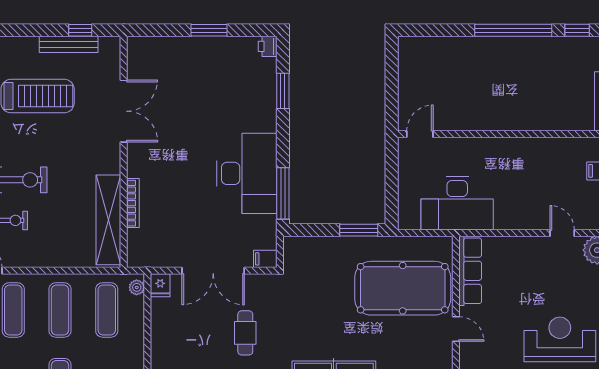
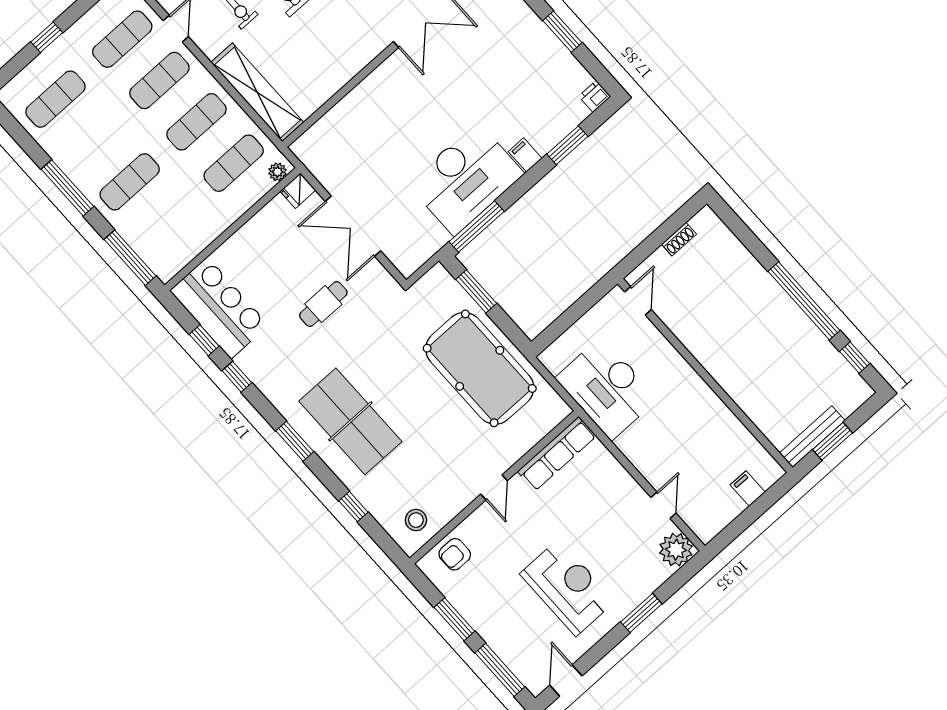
shoe rack: (404, 74) -> (679, 239), added
door: (420, 134) -> (638, 301), hinge flipped
bookcase: (133, 203) -> (349, 102), removed
shelving: (108, 220) -> (257, 92), moved, turned 90
window: (359, 230) -> (476, 291), moved
filing cabinet: (265, 259) -> (525, 155), moved
pool table: (403, 288) -> (480, 368), moved

